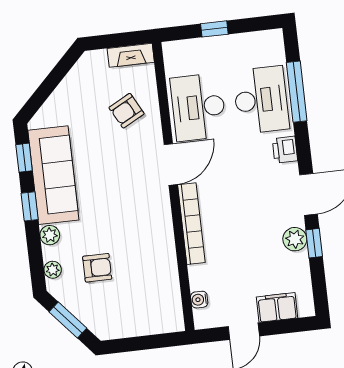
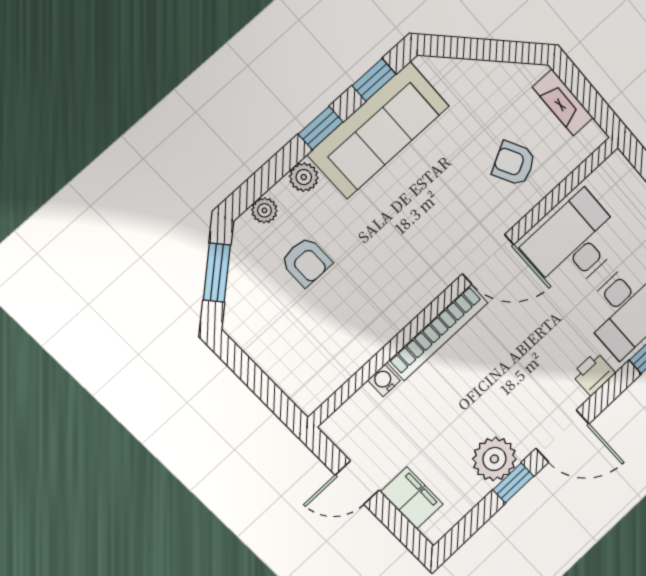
fireplace: (131, 55) -> (563, 103), moved
plant: (295, 239) -> (494, 459), width x1.36, depth x1.36
water cooler: (199, 300) -> (384, 380), moved

